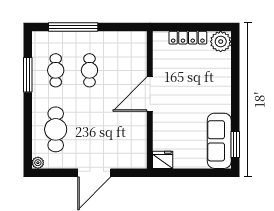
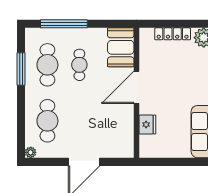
booth: (133, 52) -> (121, 47), added
cafe table: (56, 70) -> (47, 65), width x1.37, depth x1.35
fridge: (163, 160) -> (147, 125), moved, turned 90

